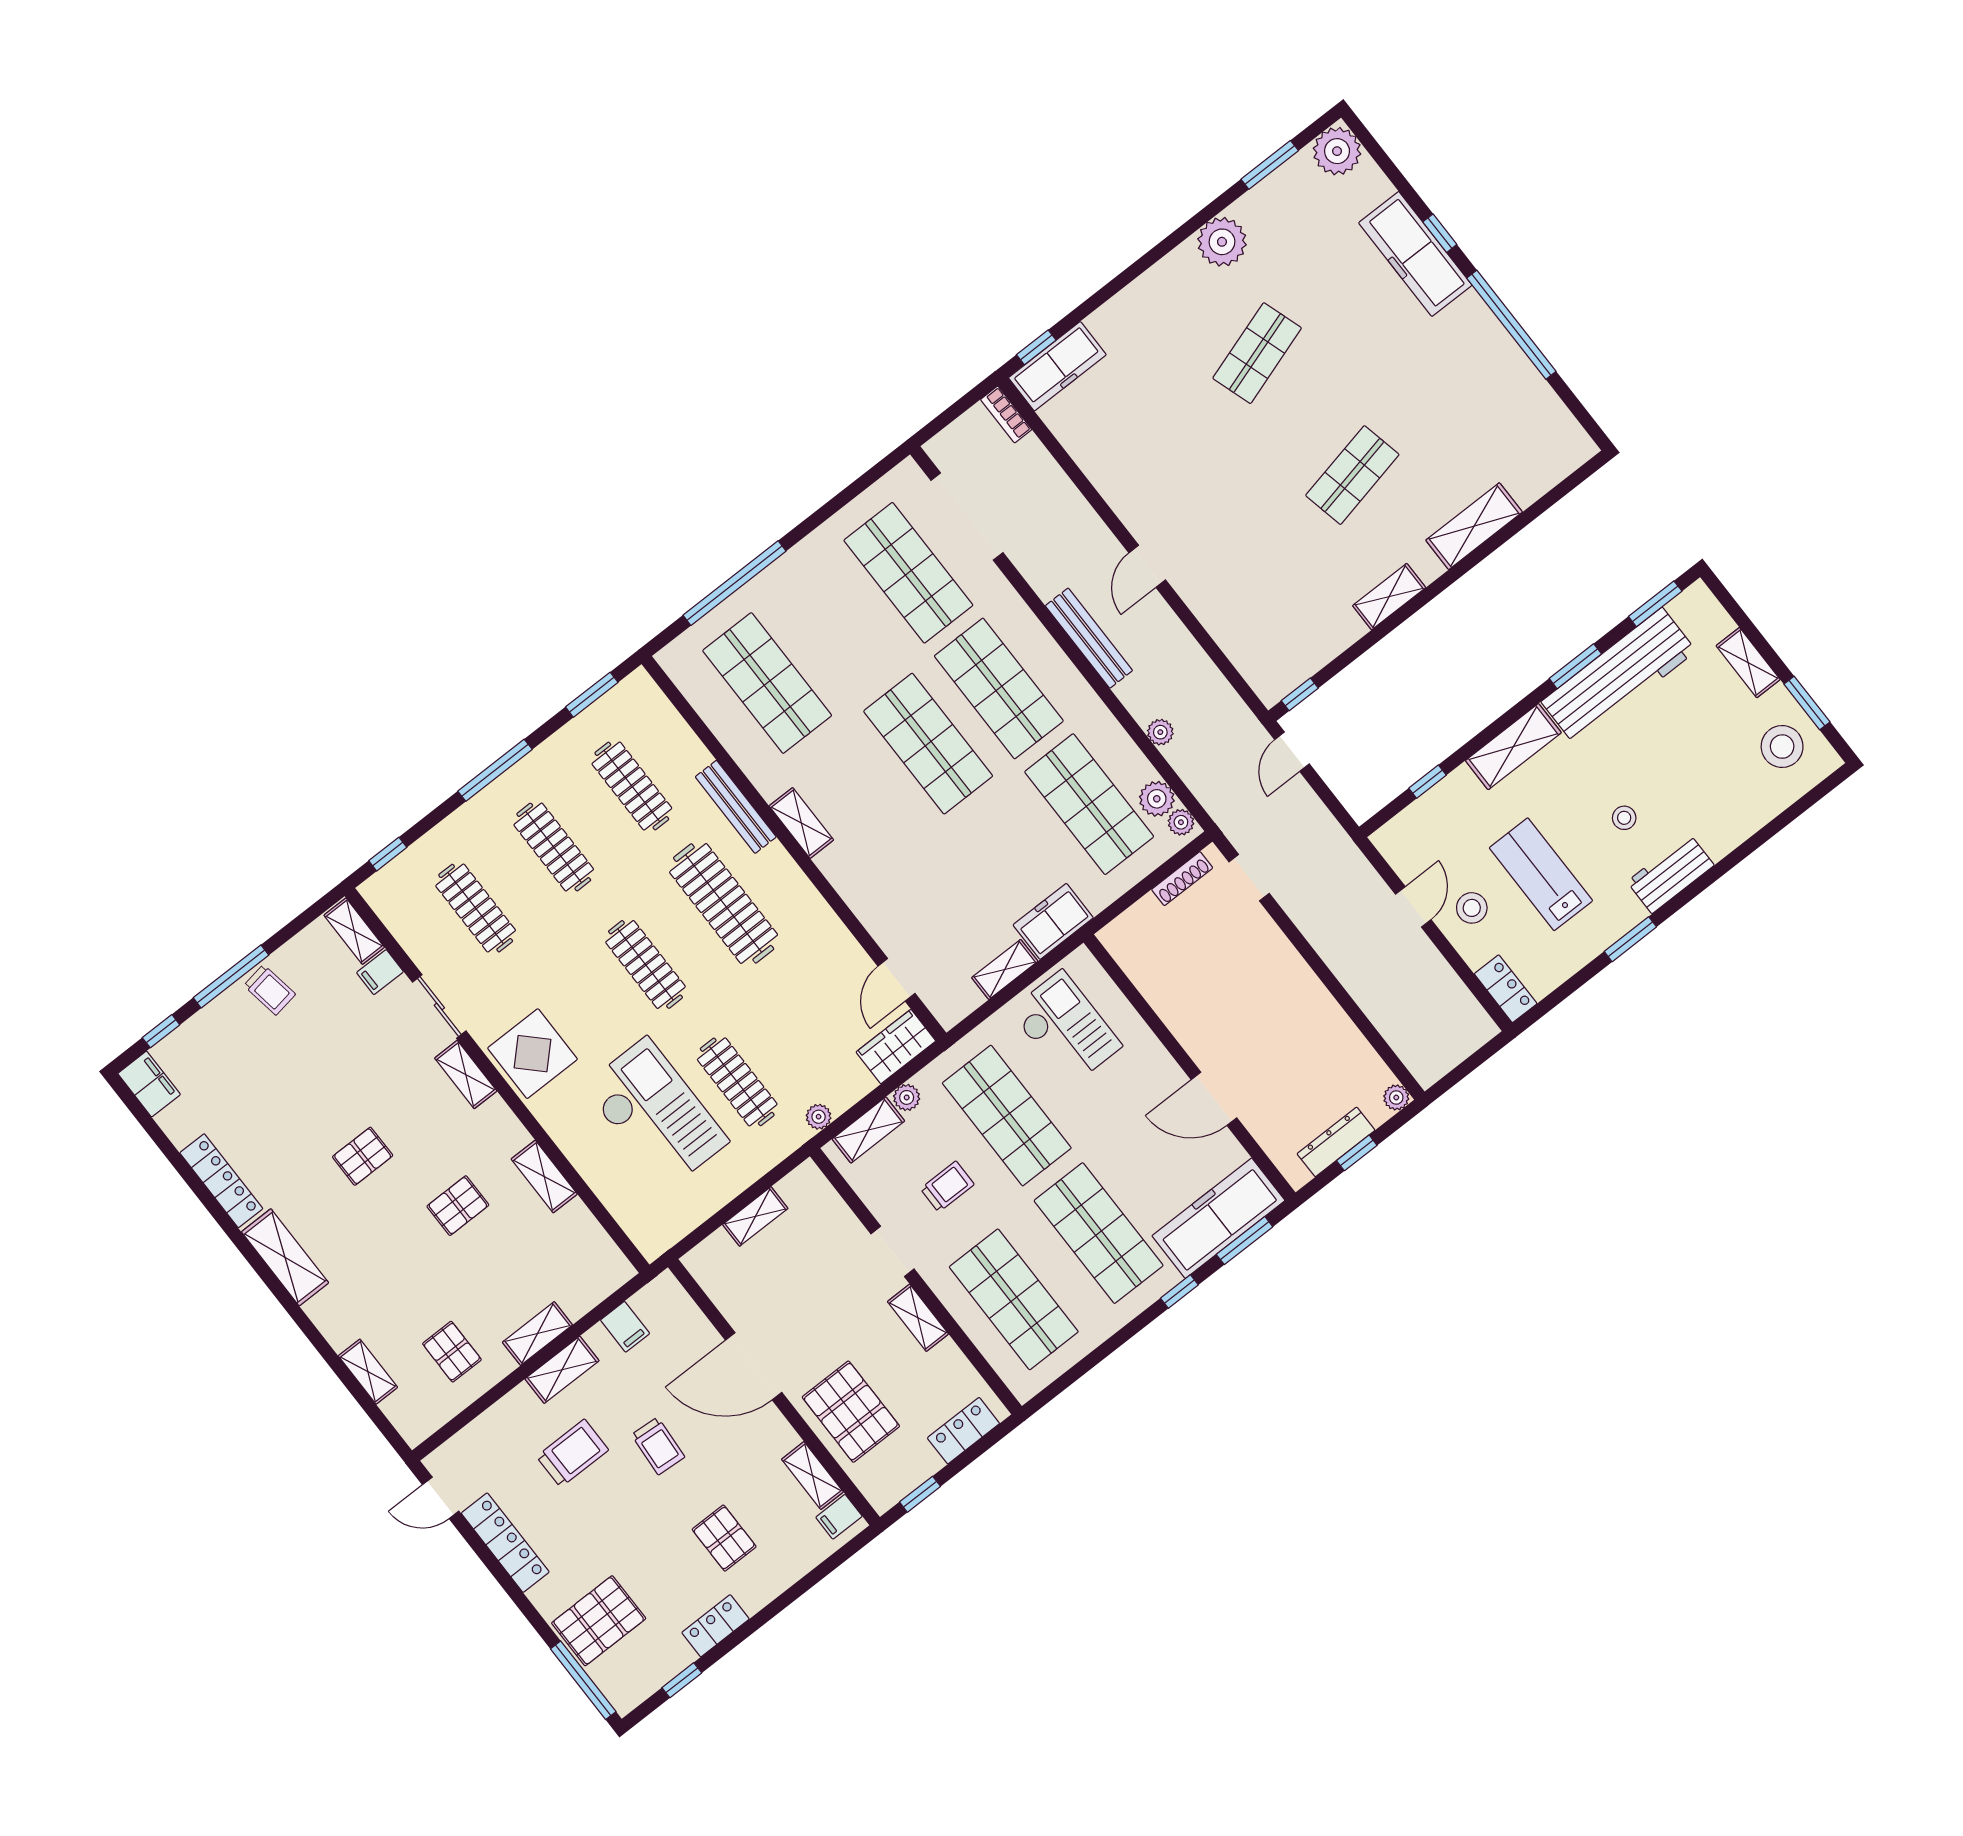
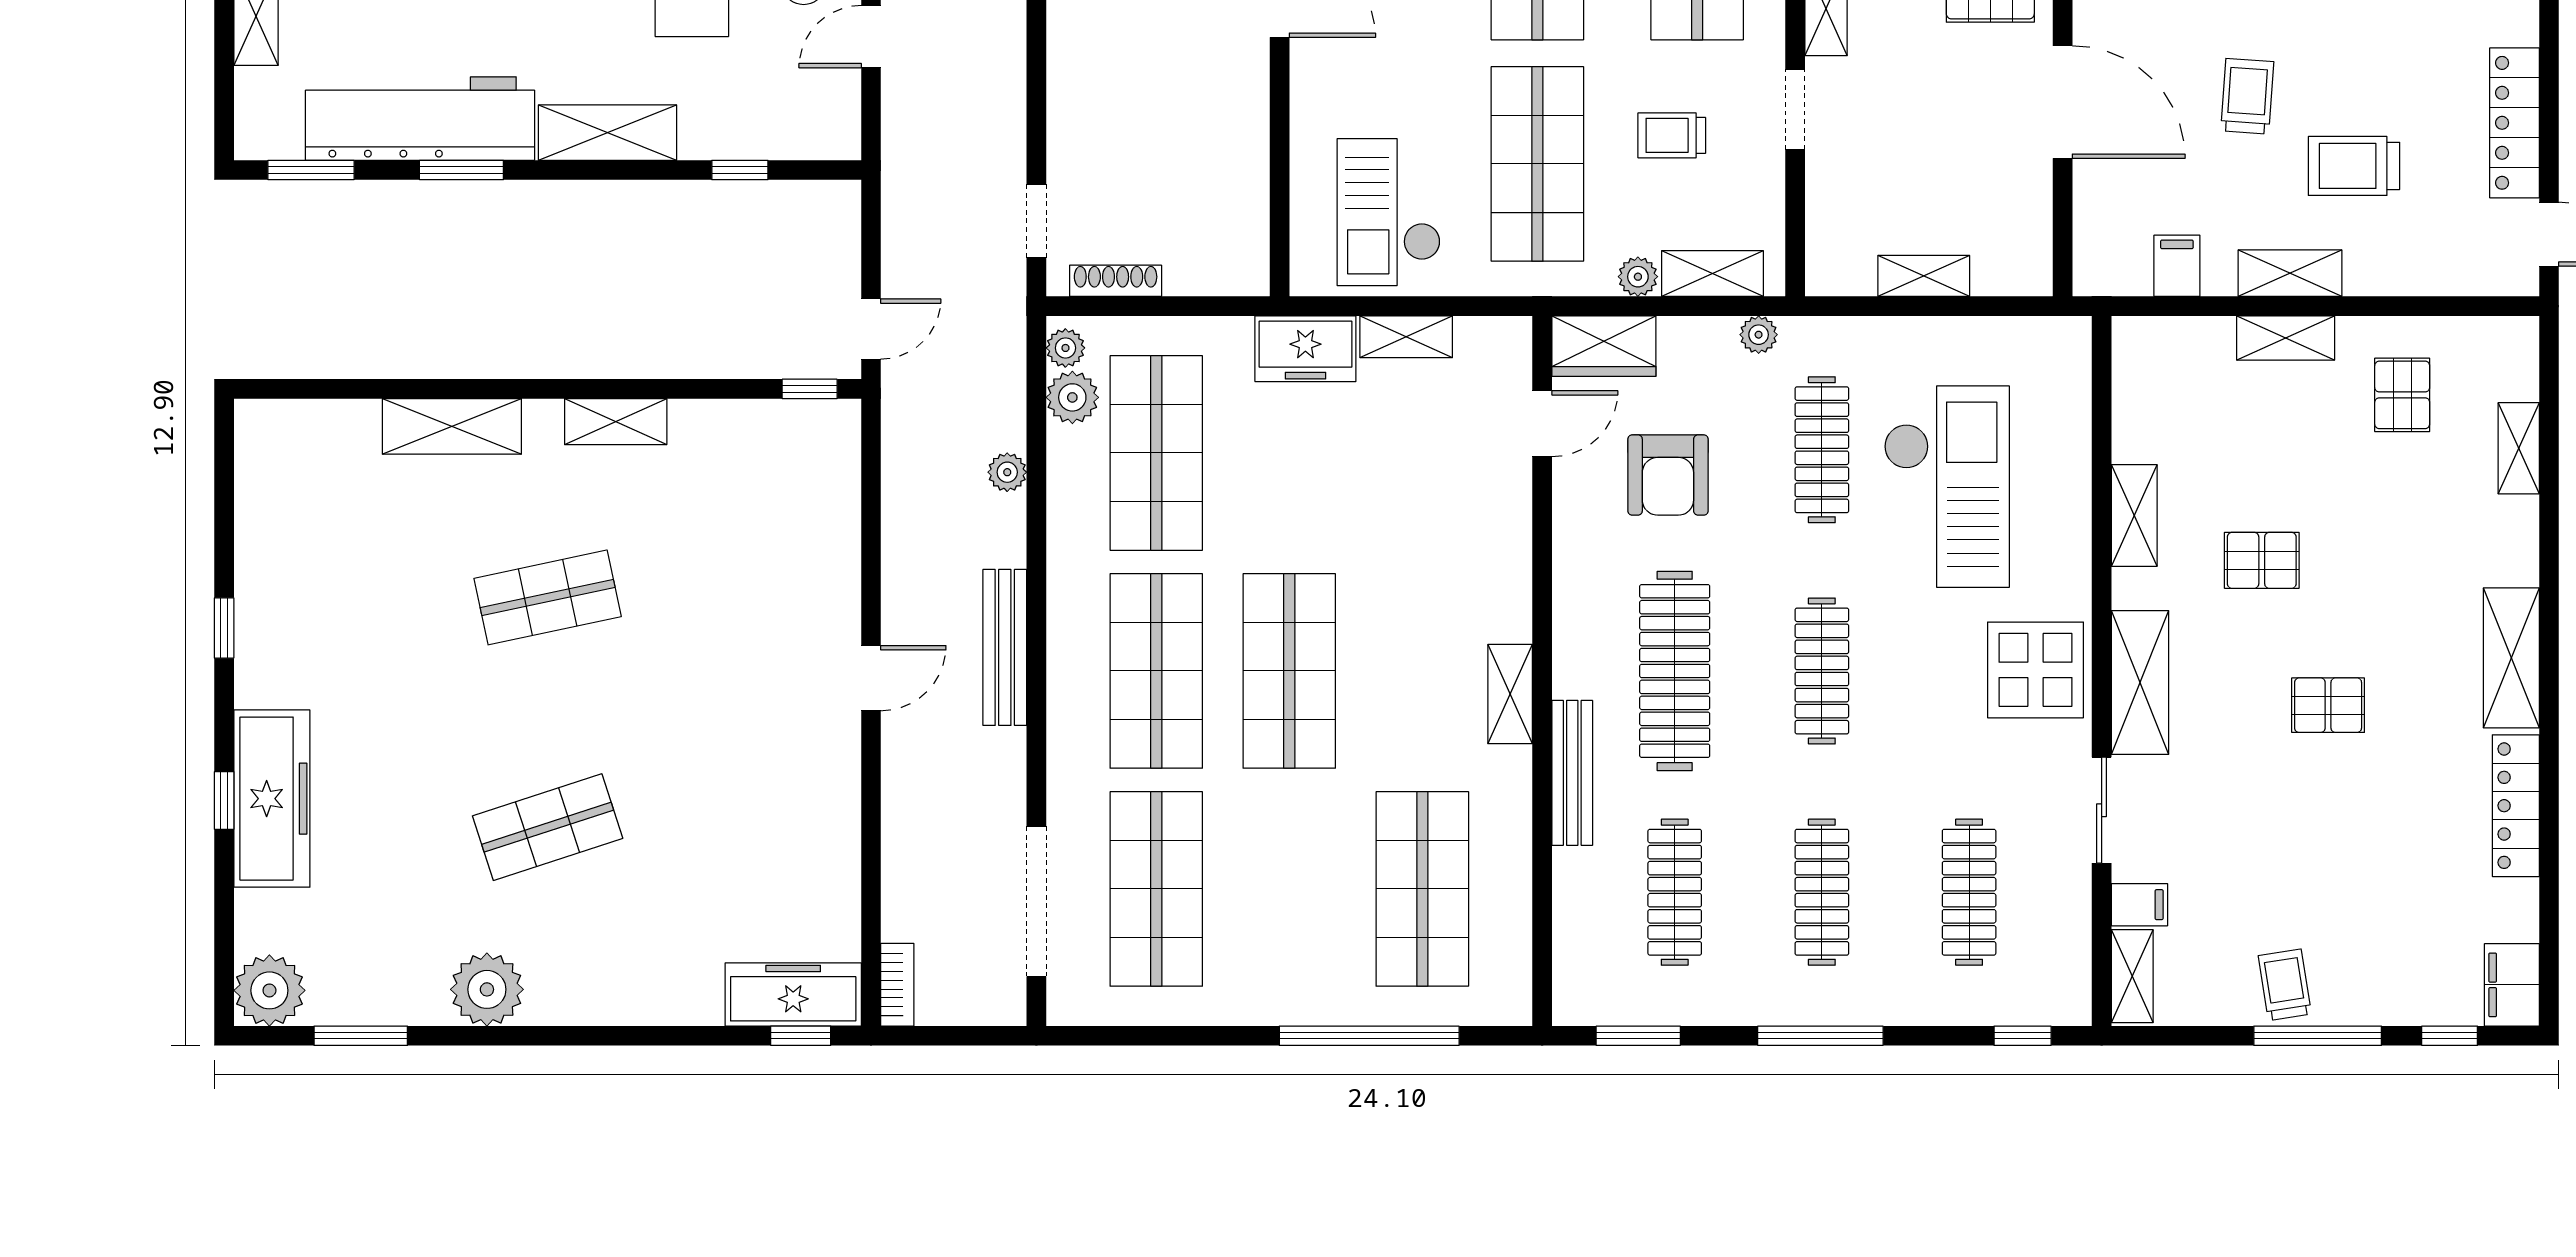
window: (1511, 325) -> (224, 628), width x0.32
armchair: (808, 1005) -> (1668, 475), added
shelving: (466, 1075) -> (2140, 683), width x1.50, depth x1.33
checkout: (656, 1114) -> (1947, 487), turned 180

